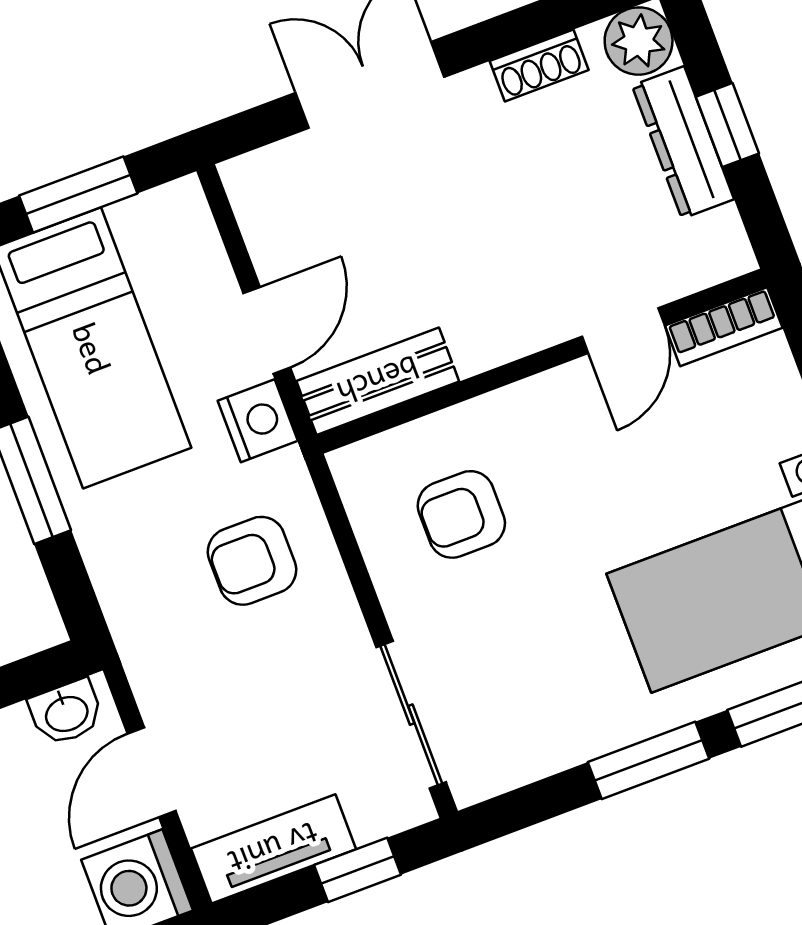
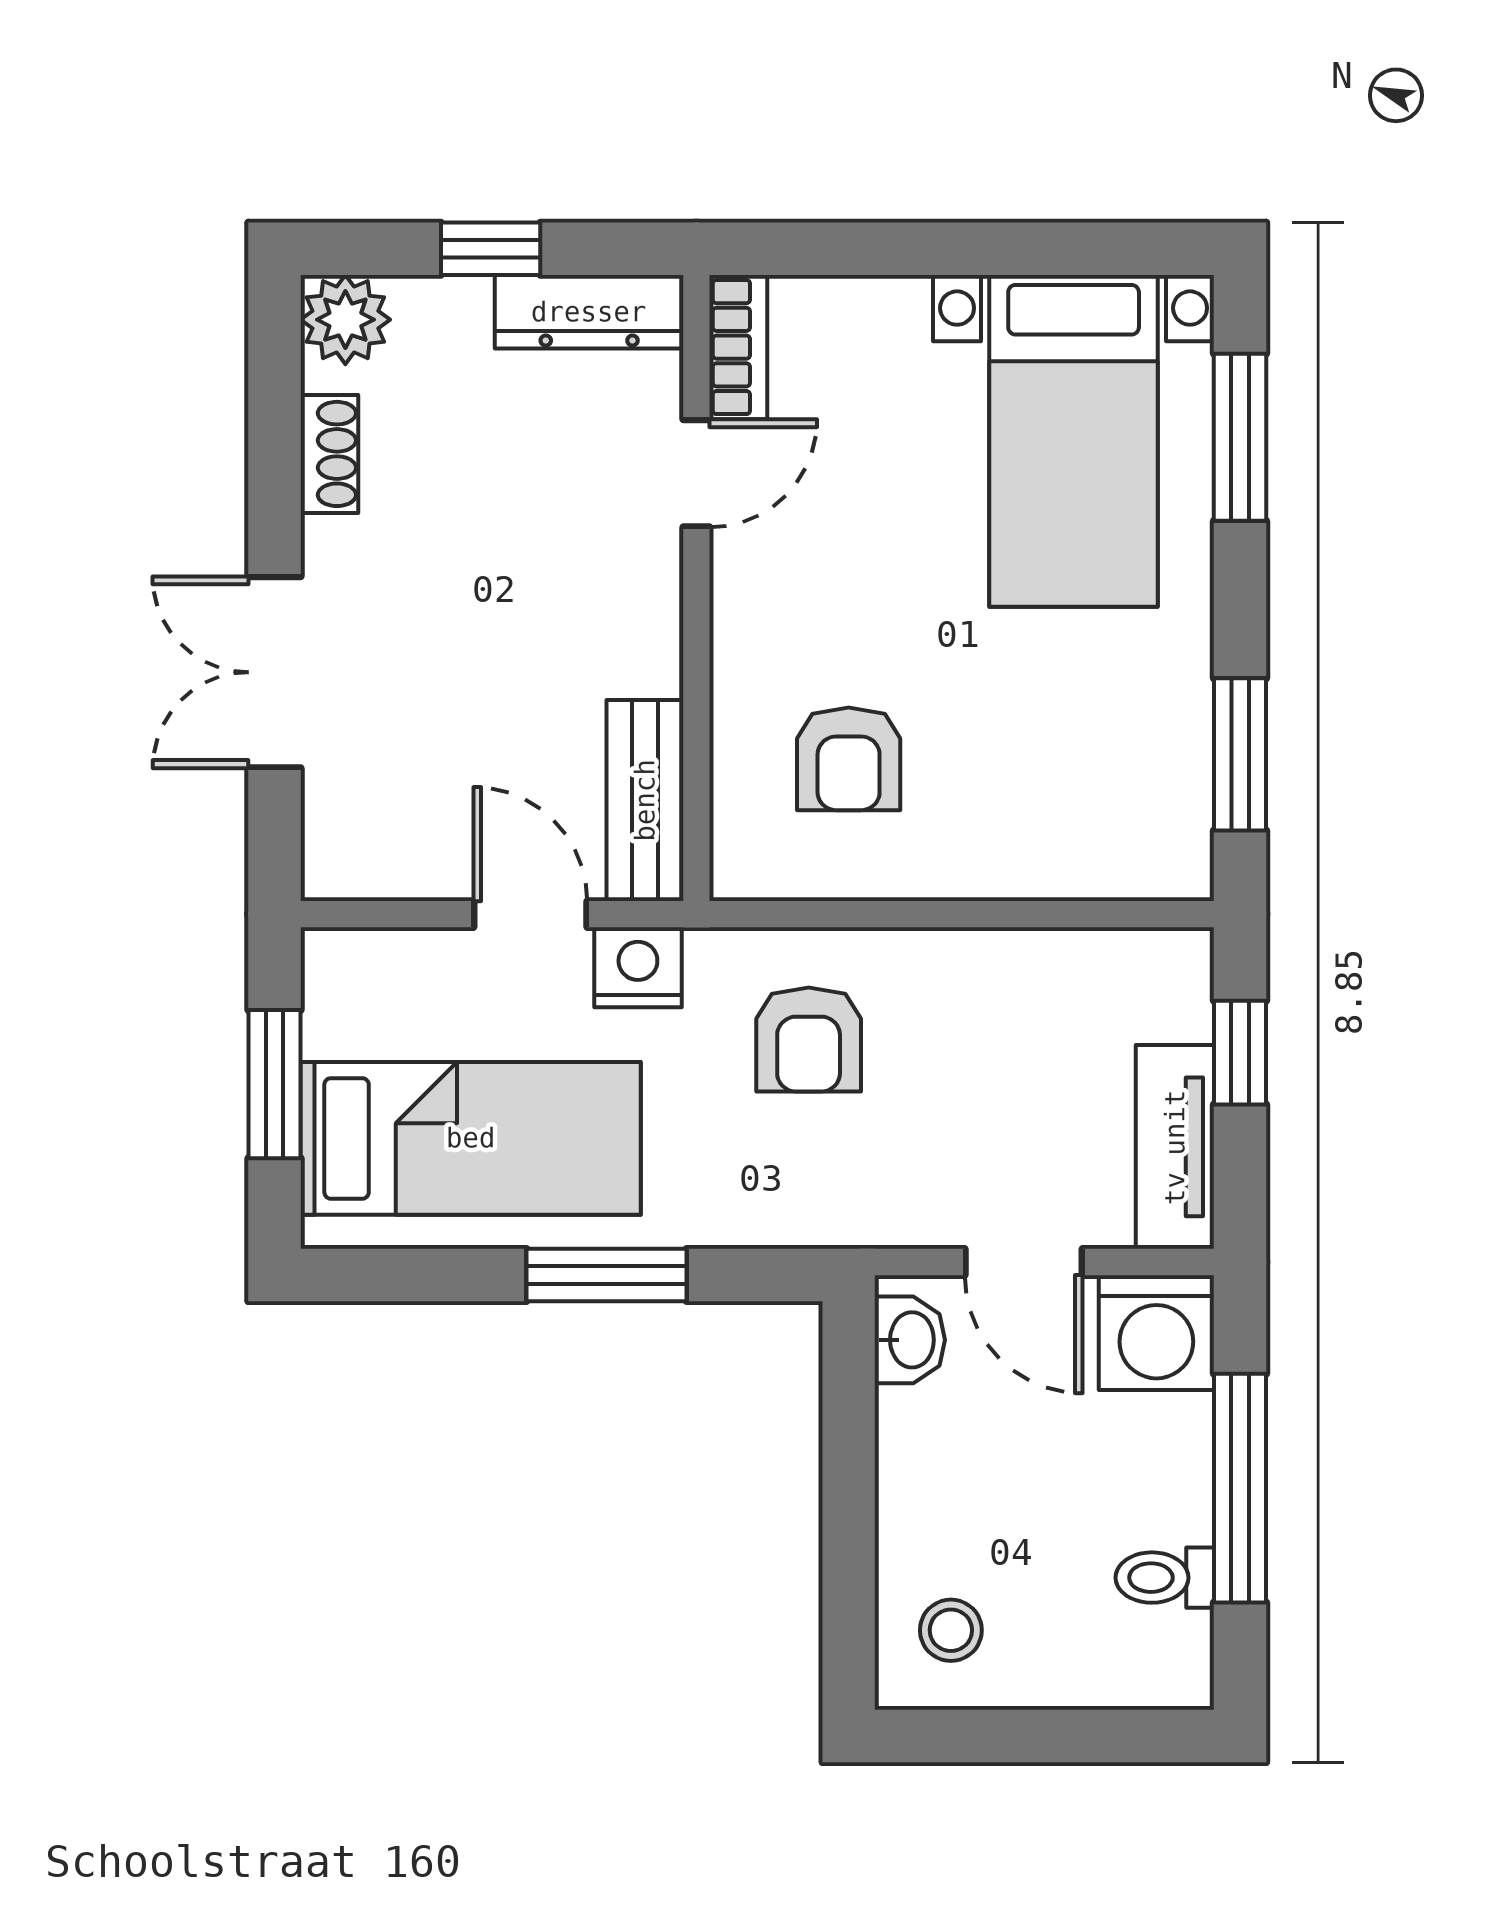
dresser: (683, 142) -> (589, 312), moved
door: (623, 331) -> (696, 473), hinge flipped
sliding door: (411, 715) -> (1073, 914), removed
window: (649, 760) -> (1240, 754), moved

